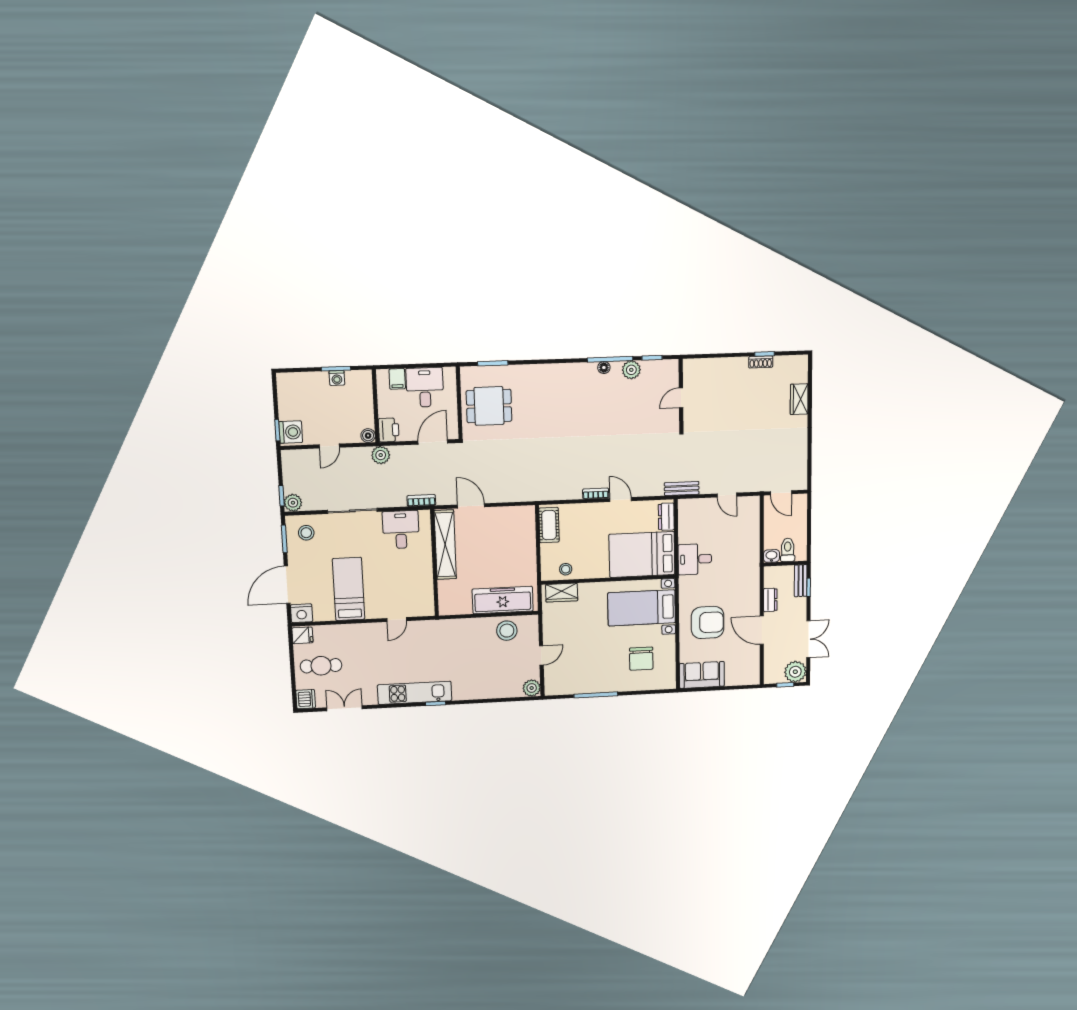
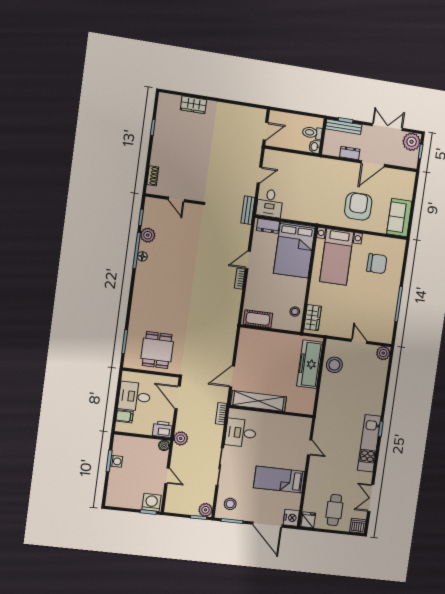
shoe rack: (761, 362) -> (153, 176), moved
desk: (695, 559) -> (270, 203), moved
bench: (801, 581) -> (344, 127), width x1.36

